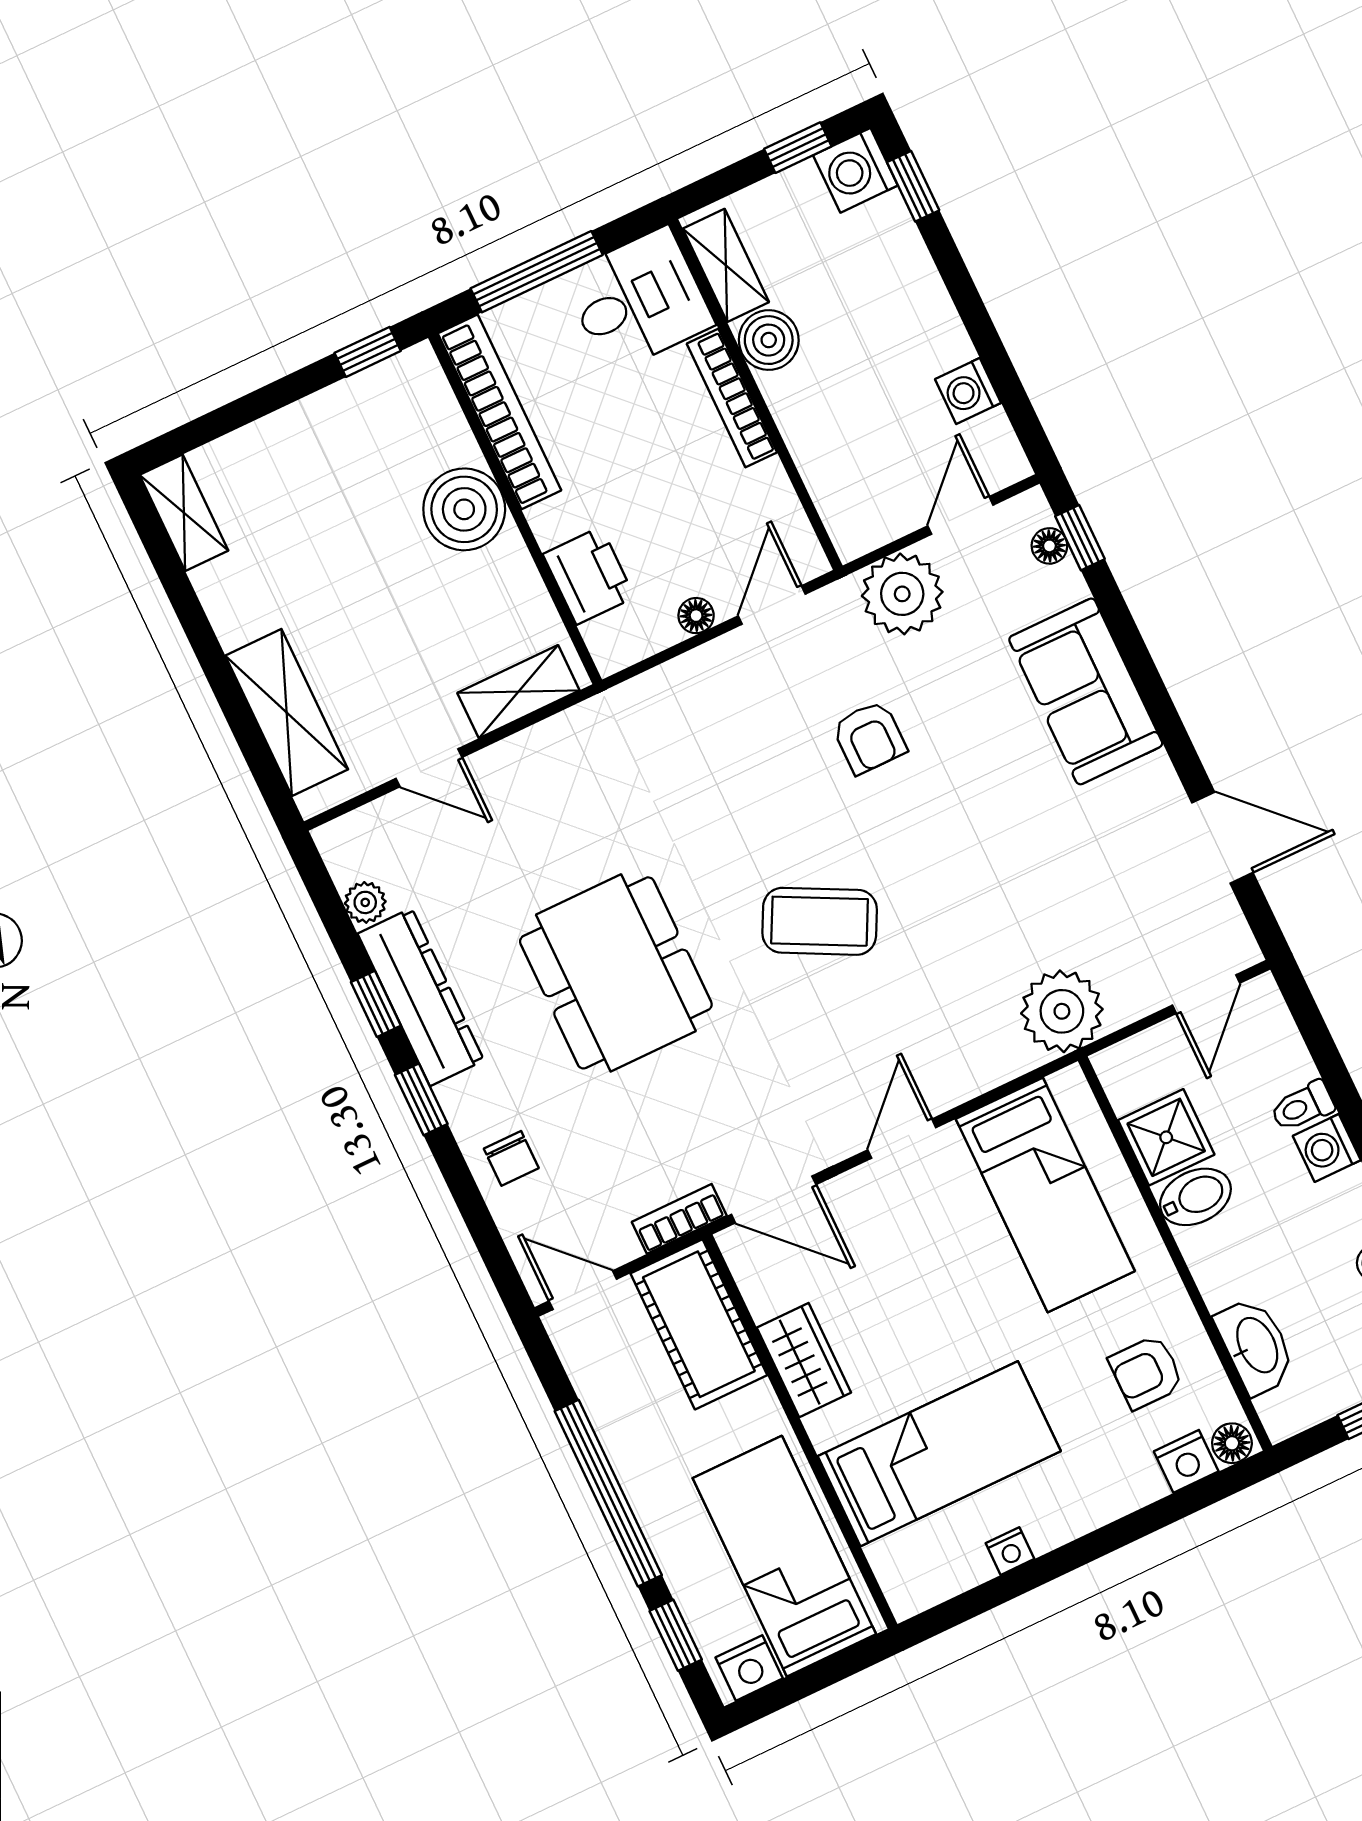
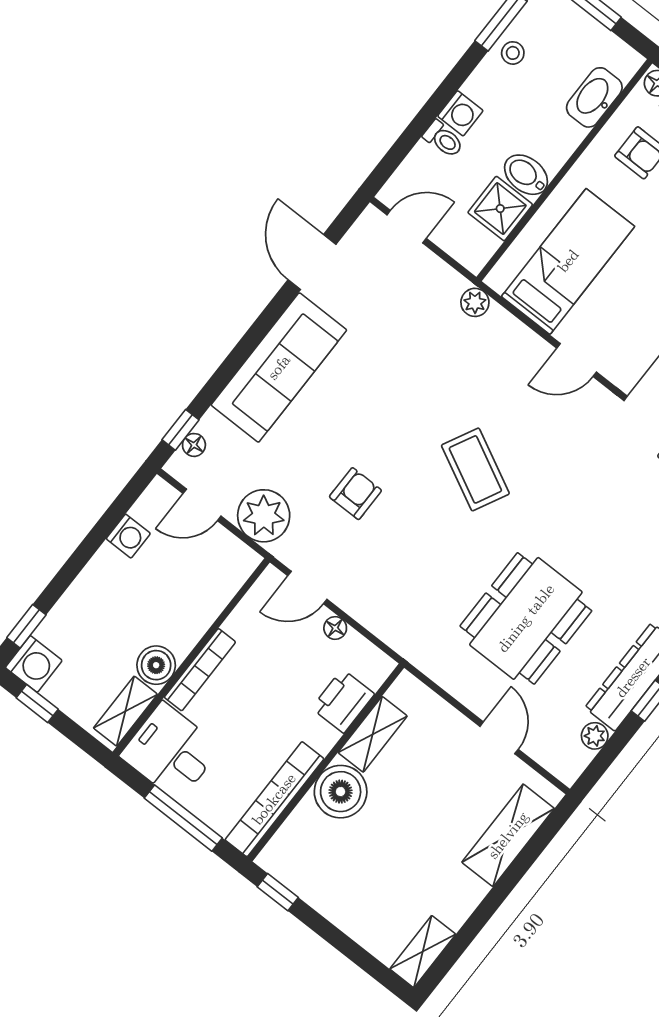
sofa: (1086, 691) -> (279, 367), width x1.36
shelving: (518, 692) -> (373, 734), moved, turned 90
dining table: (616, 973) -> (526, 618), moved
plant: (1062, 1011) -> (475, 302), width x0.53, depth x0.53

